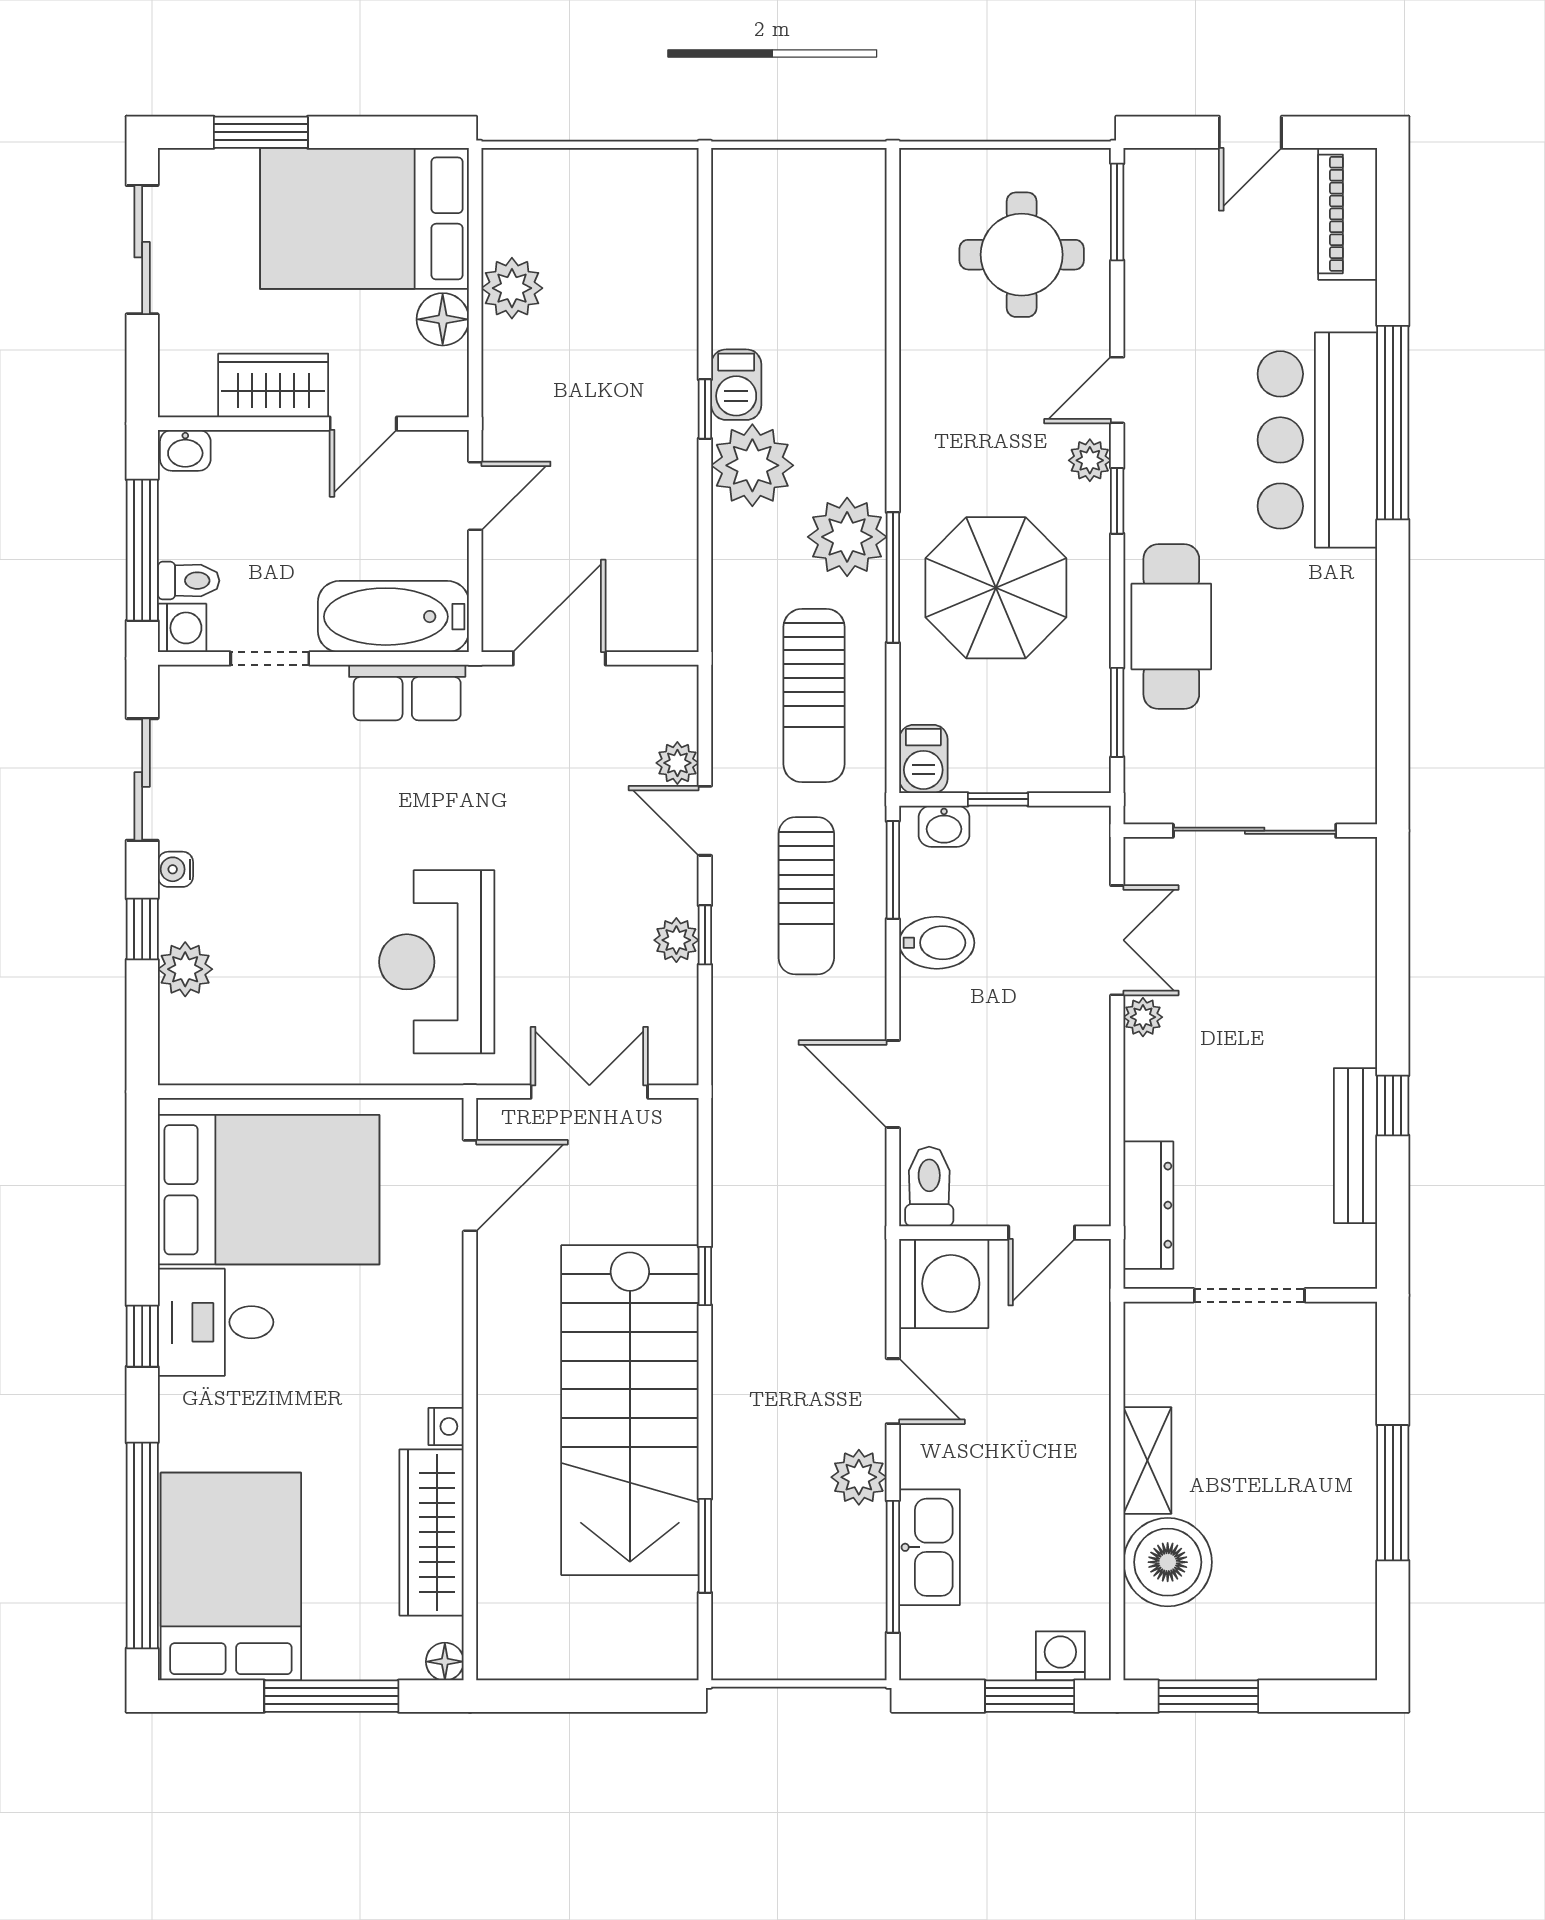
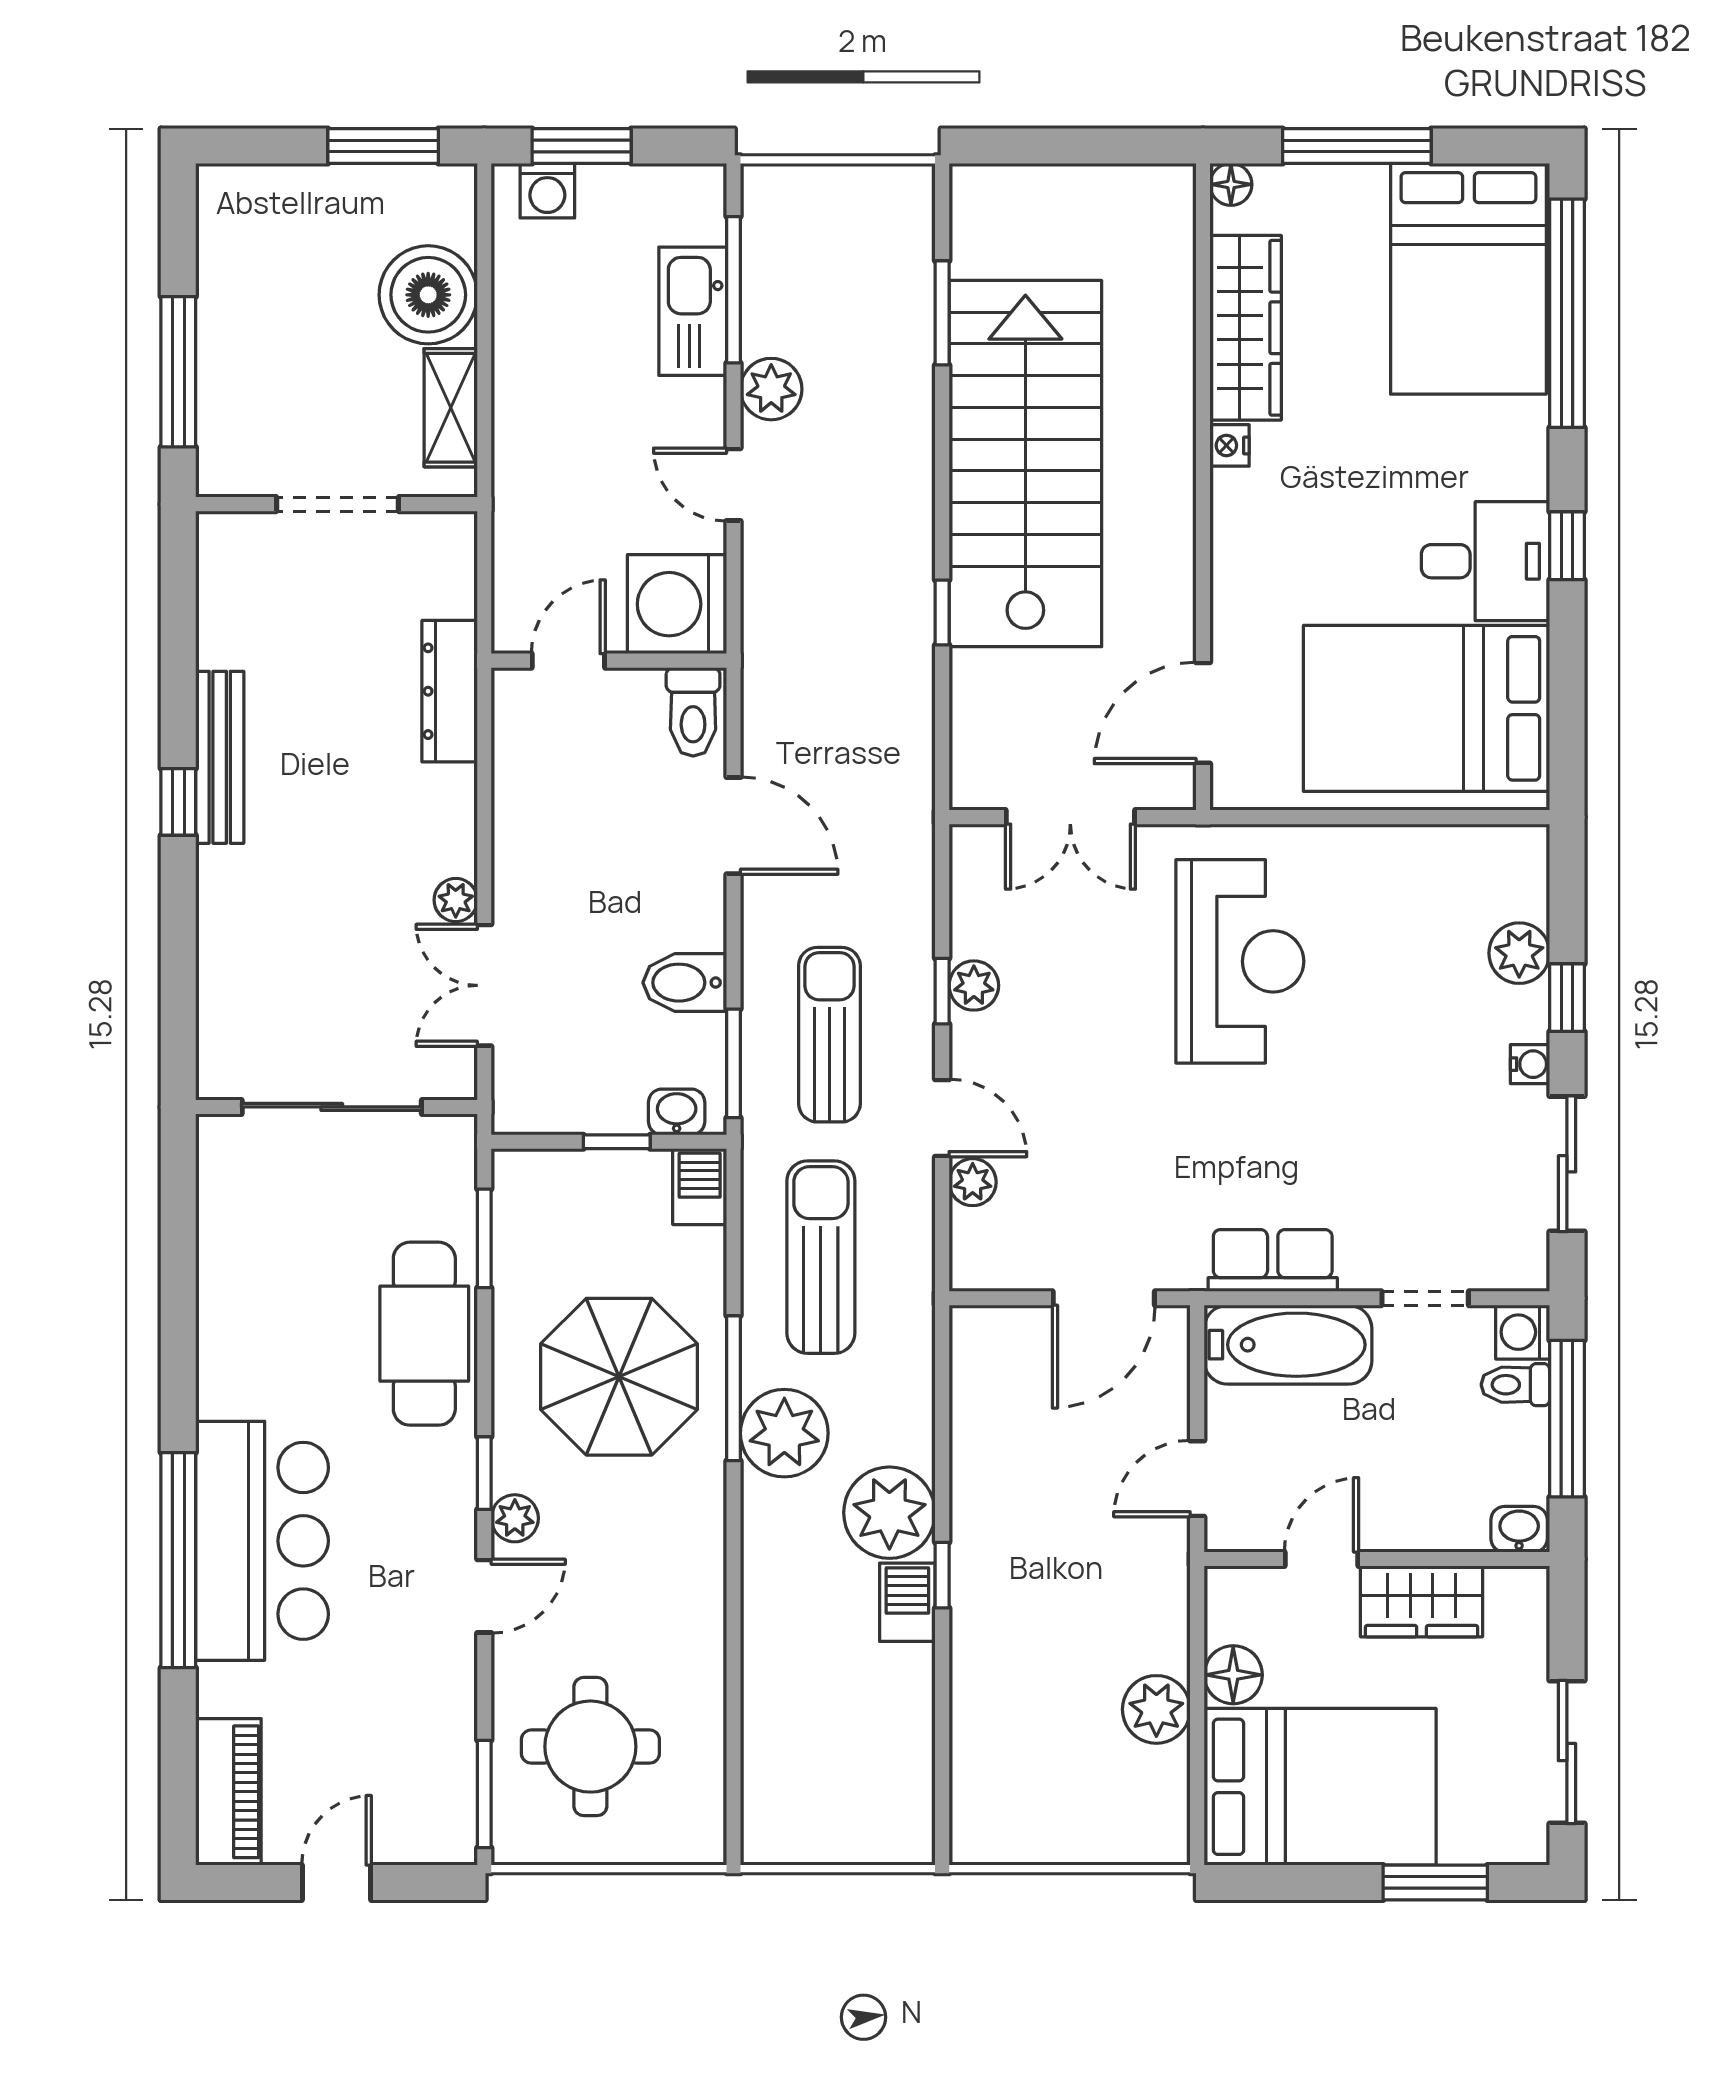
doorway: (1249, 1295) -> (338, 504), moved
wall: (1250, 1295) -> (336, 504), moved

